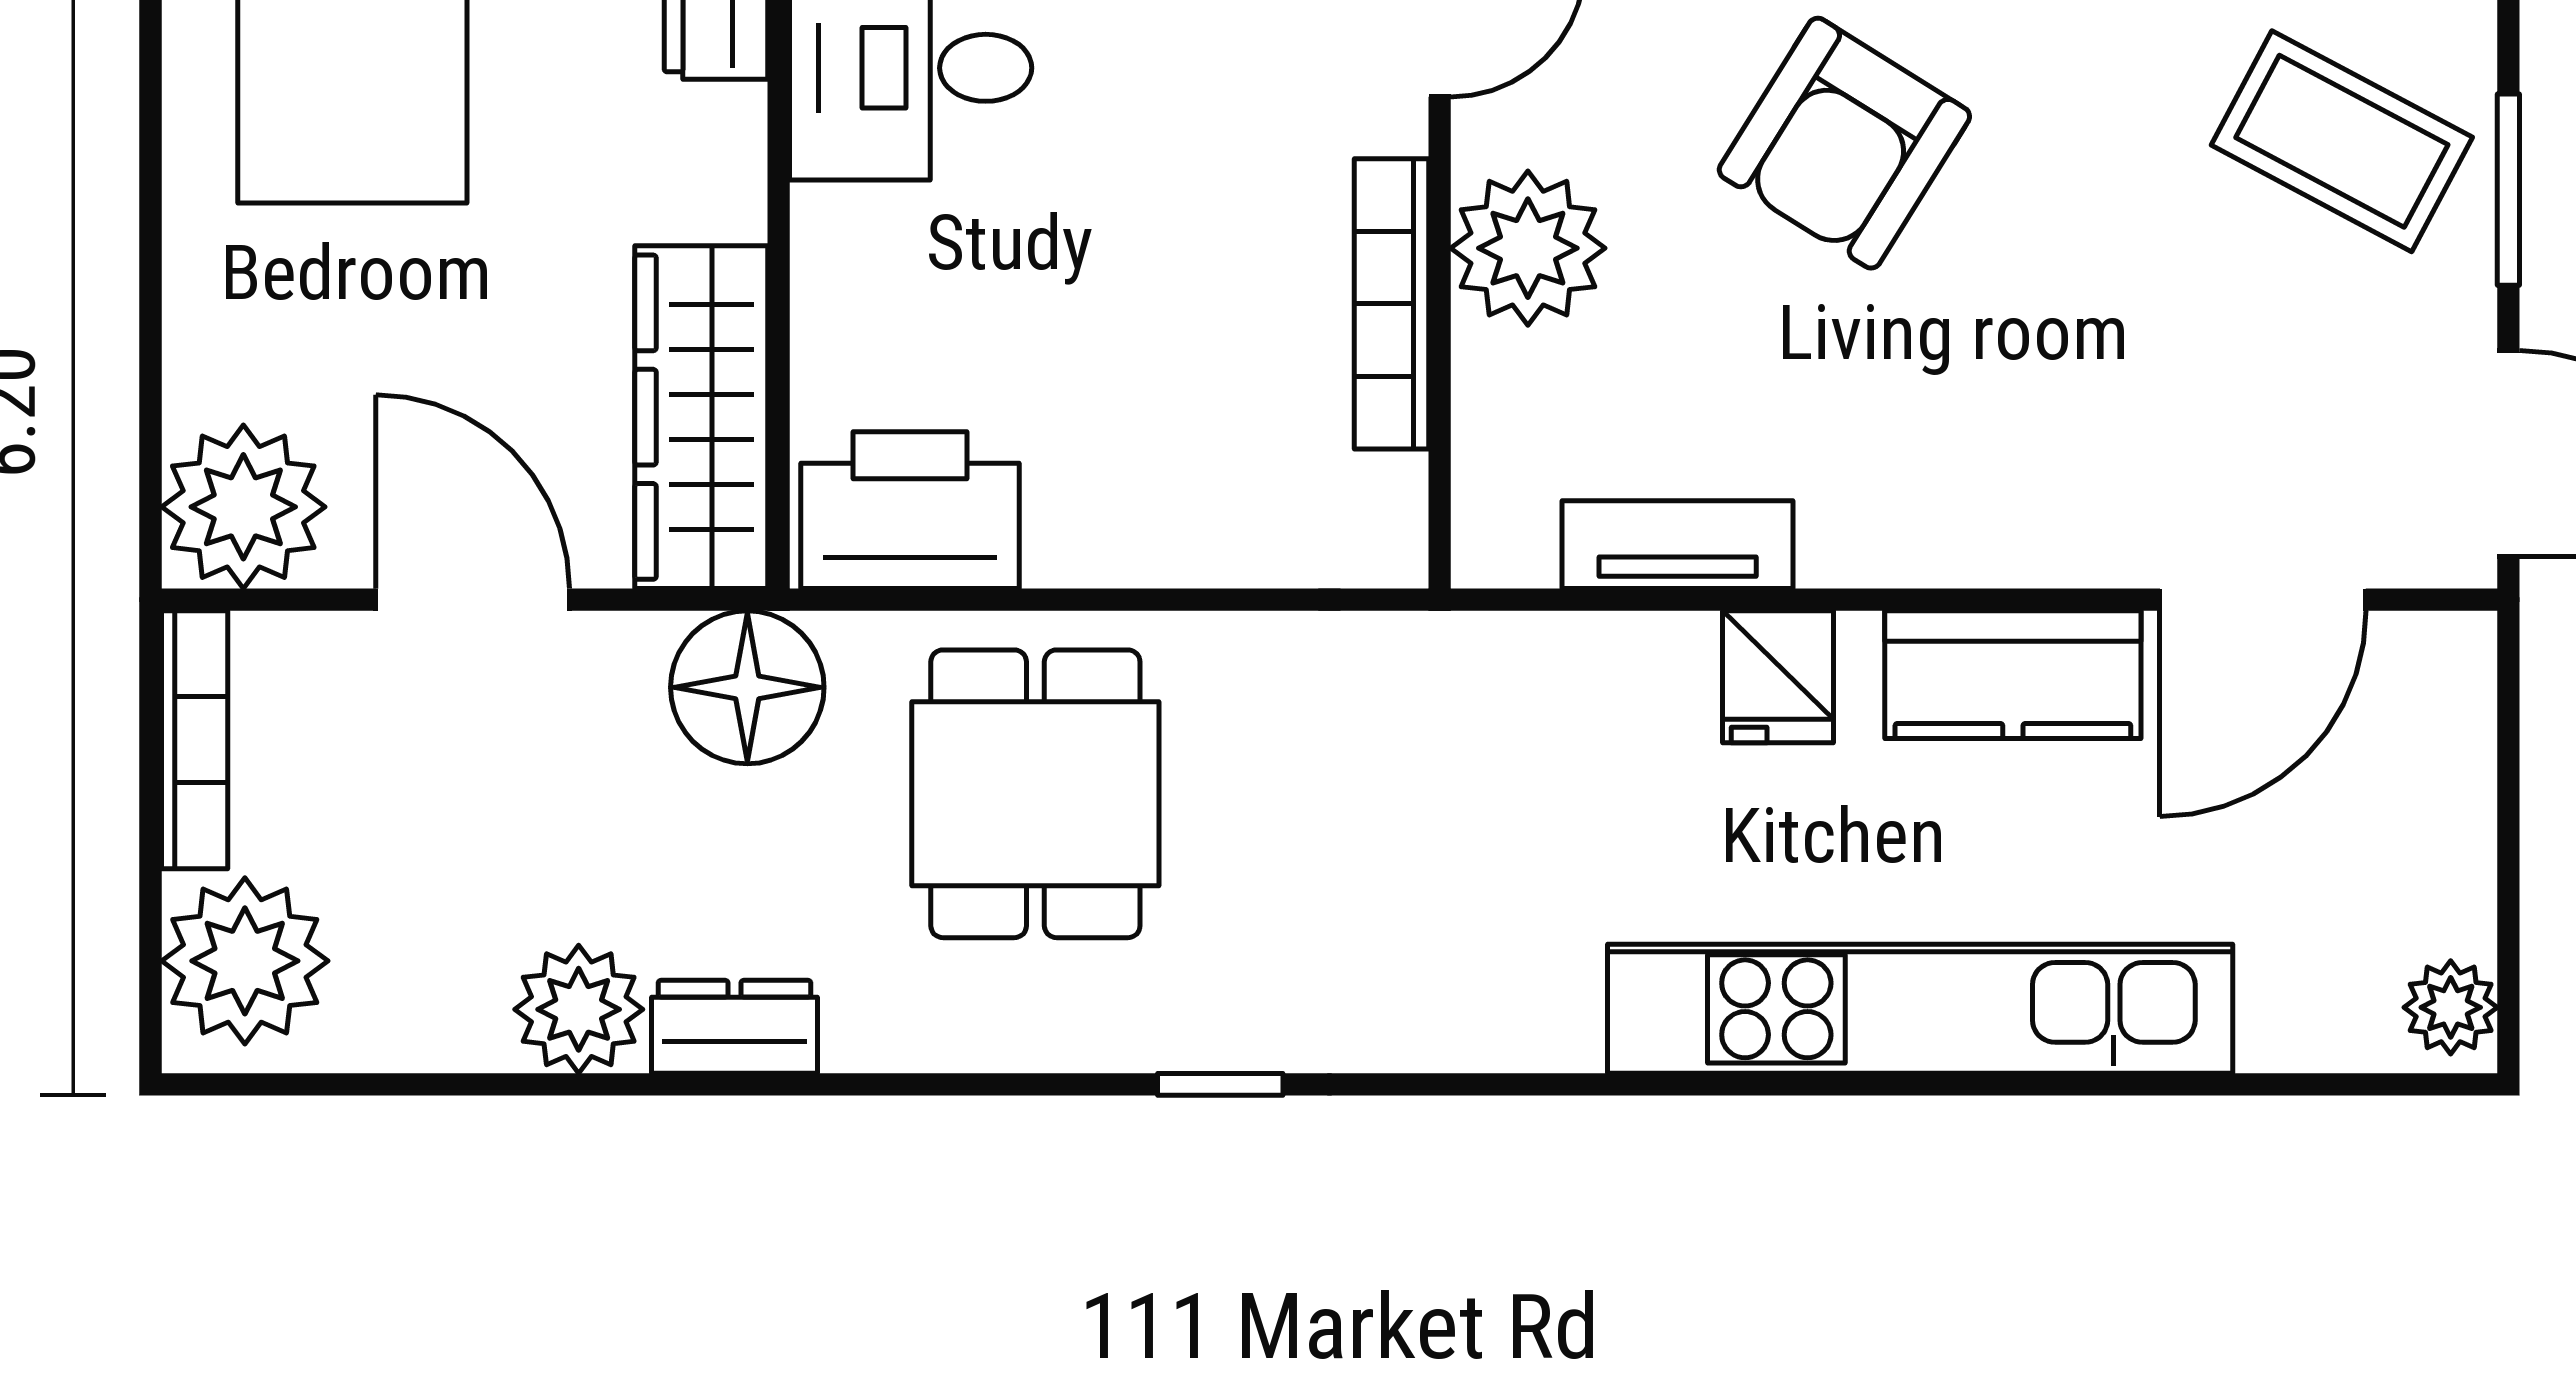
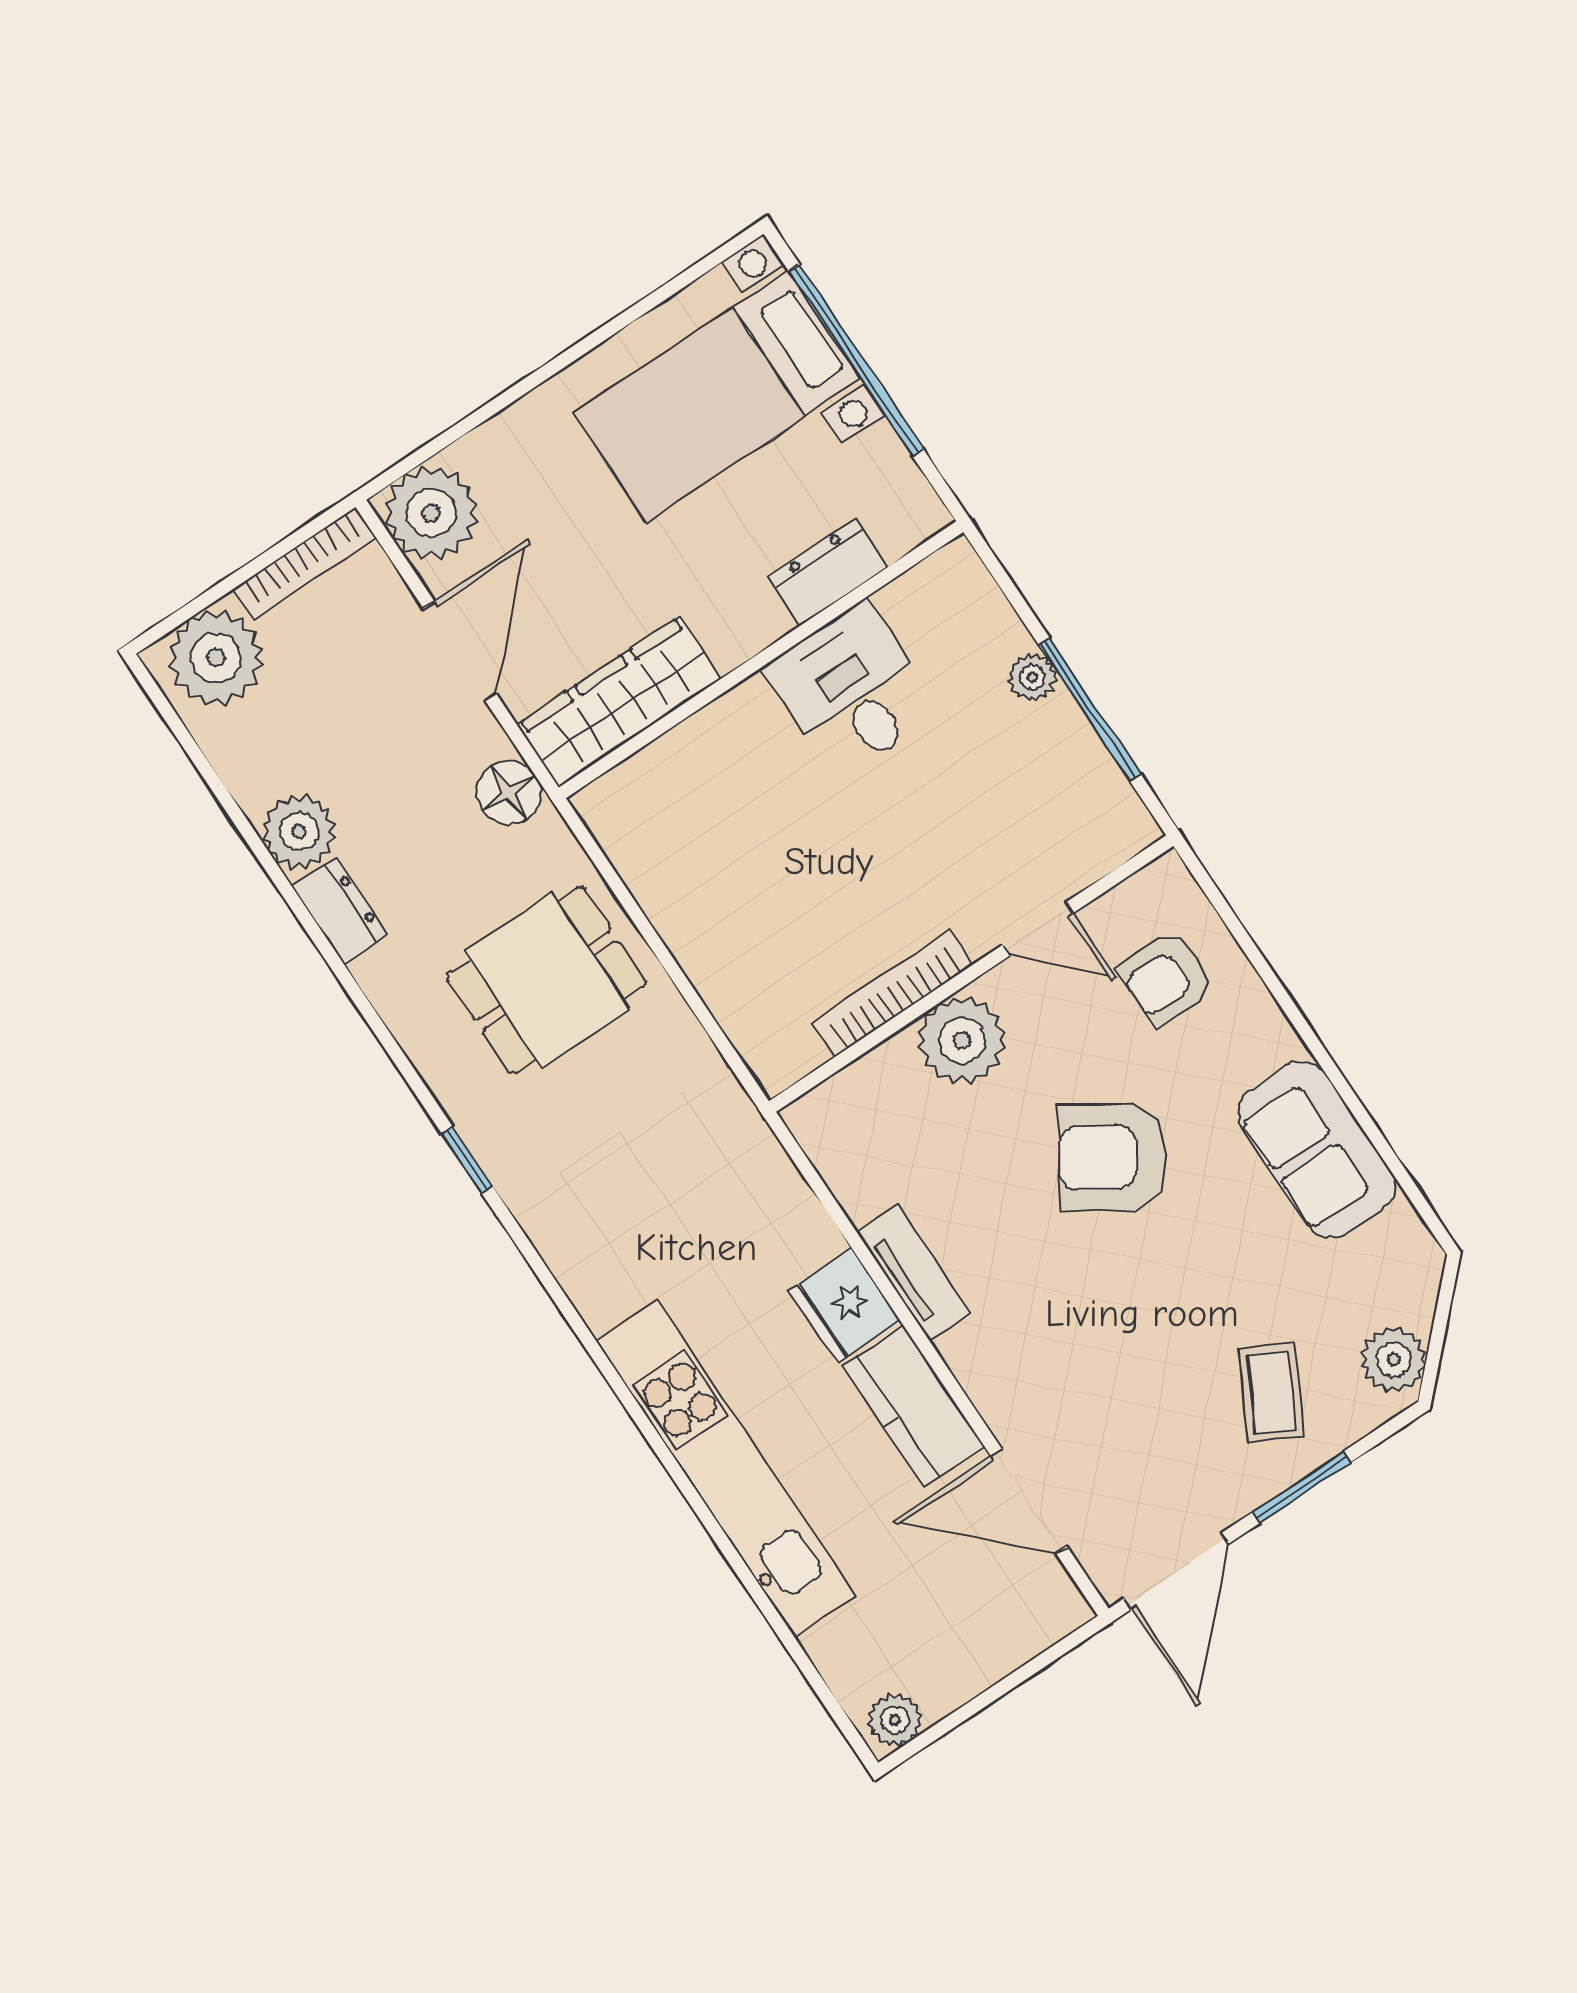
coffee table: (2342, 141) -> (1272, 1393), width x0.73, depth x0.77
printer: (910, 510) -> (641, 830), removed
tv unit: (1678, 545) -> (914, 1273), moved
fridge: (1778, 677) -> (845, 1305), width x1.38
floor lamp: (747, 687) -> (509, 793), width x0.73, depth x0.73

